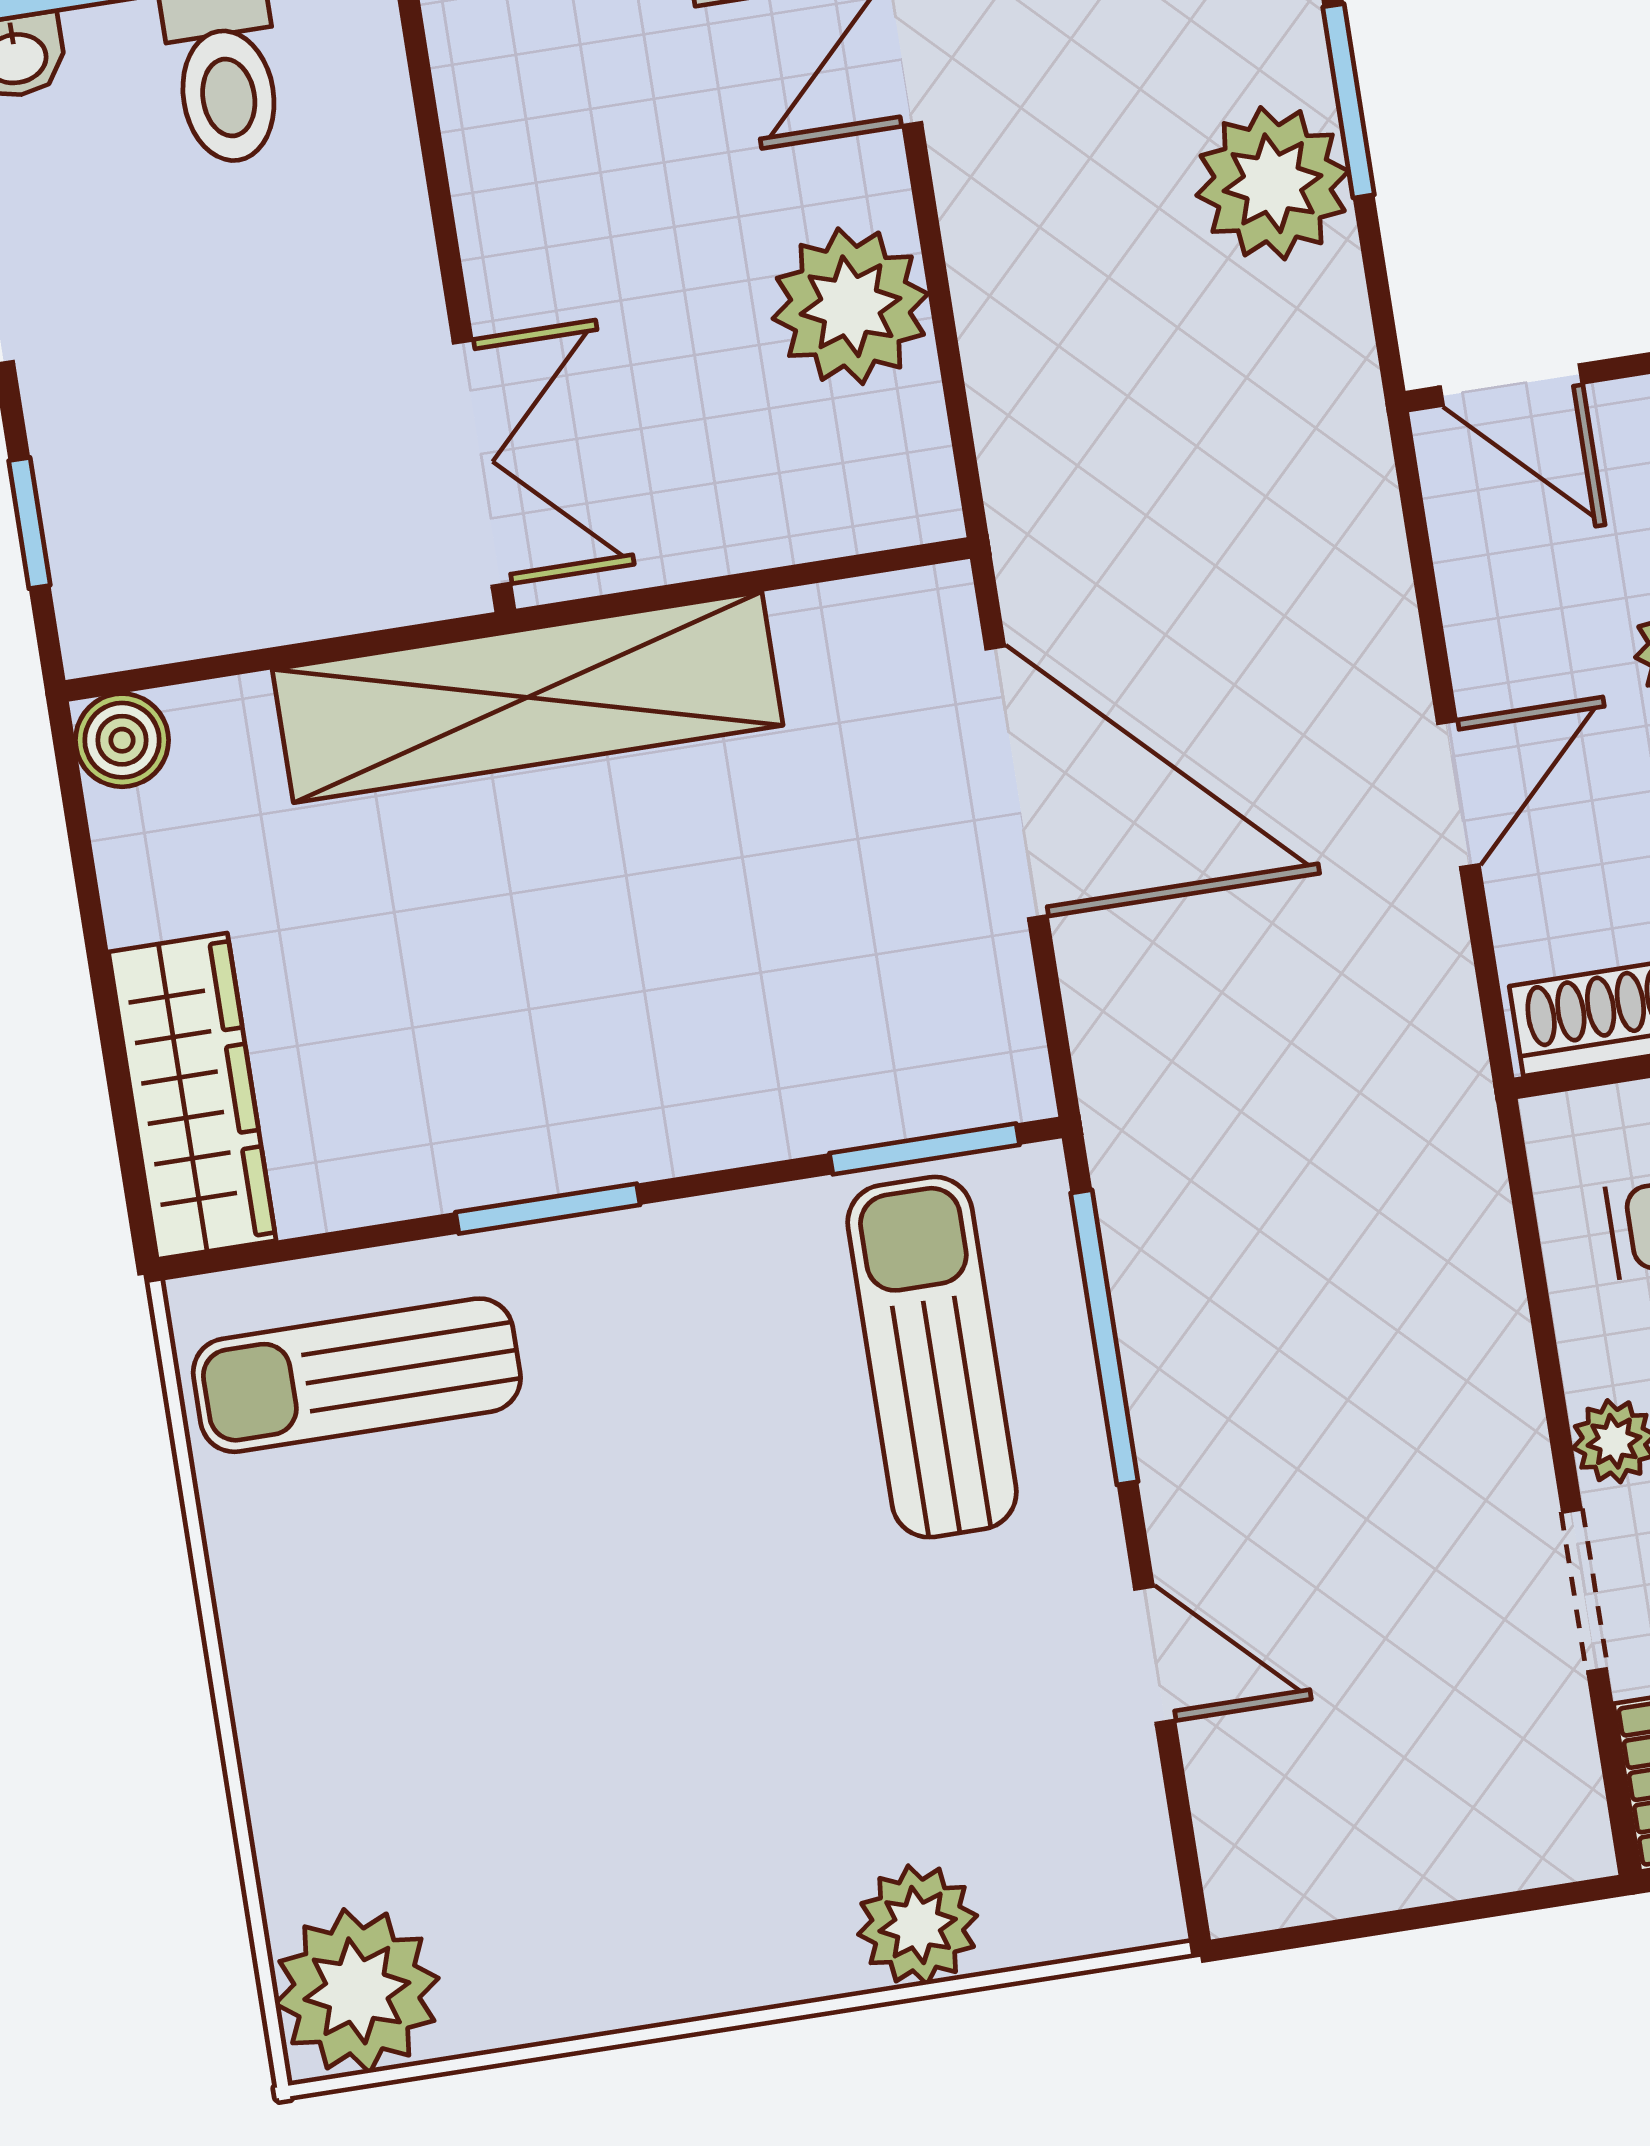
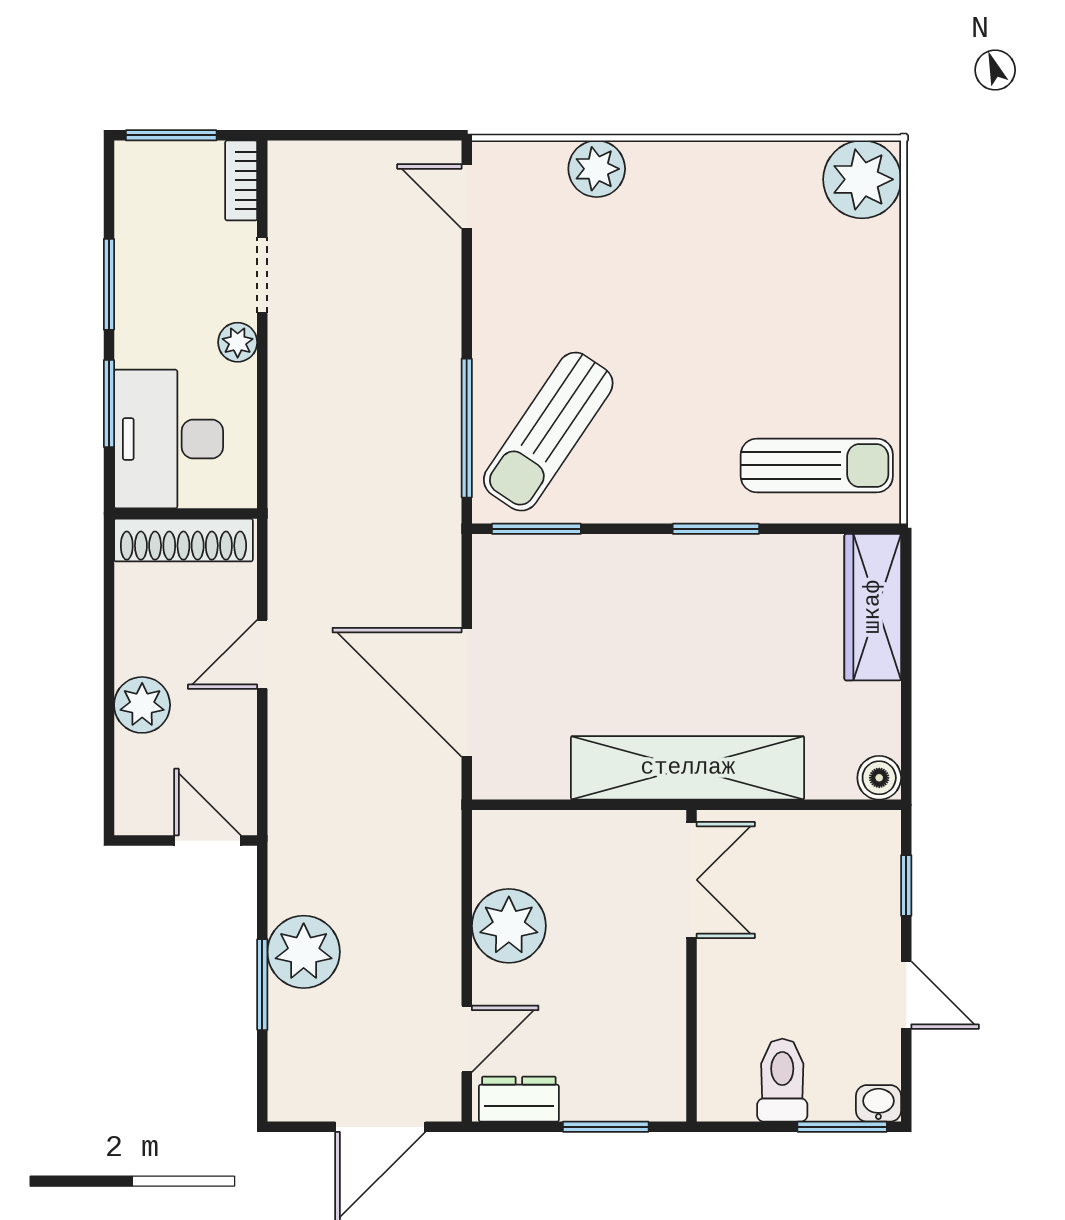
double door: (482, 463) -> (692, 880), swing flipped
sun lounger: (932, 1357) -> (548, 432), turned 34
door: (1155, 1655) -> (467, 196), moved

